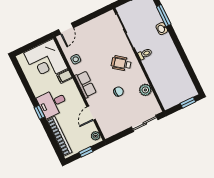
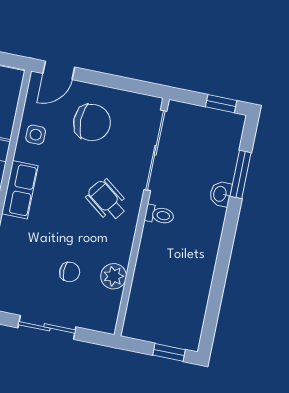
chair: (93, 39) -> (92, 123), added
chair: (118, 92) -> (70, 272), moved
sliding door: (145, 123) -> (47, 327), moved

